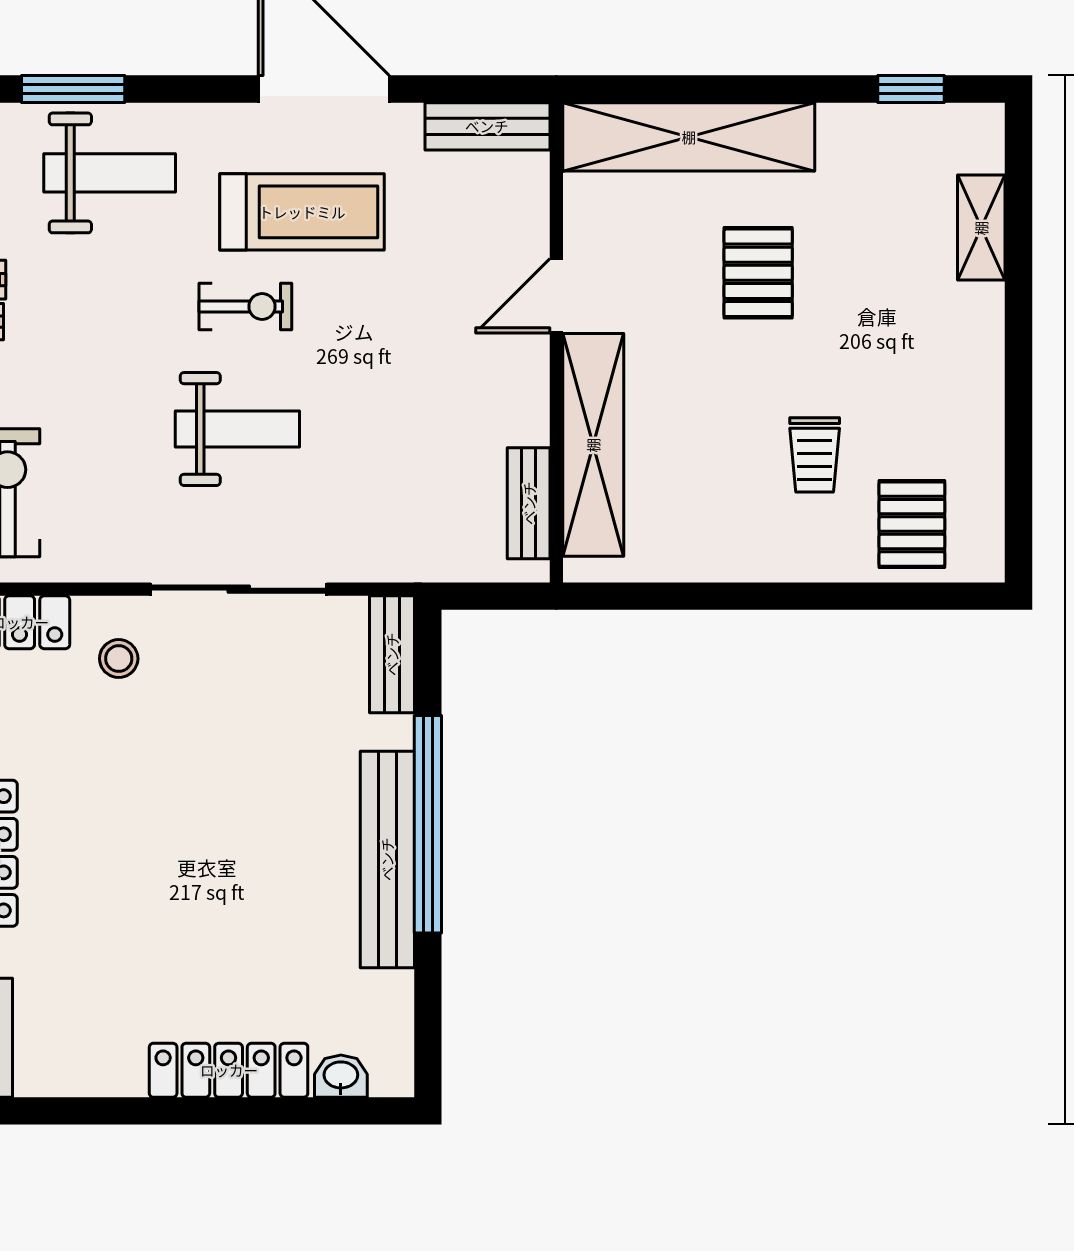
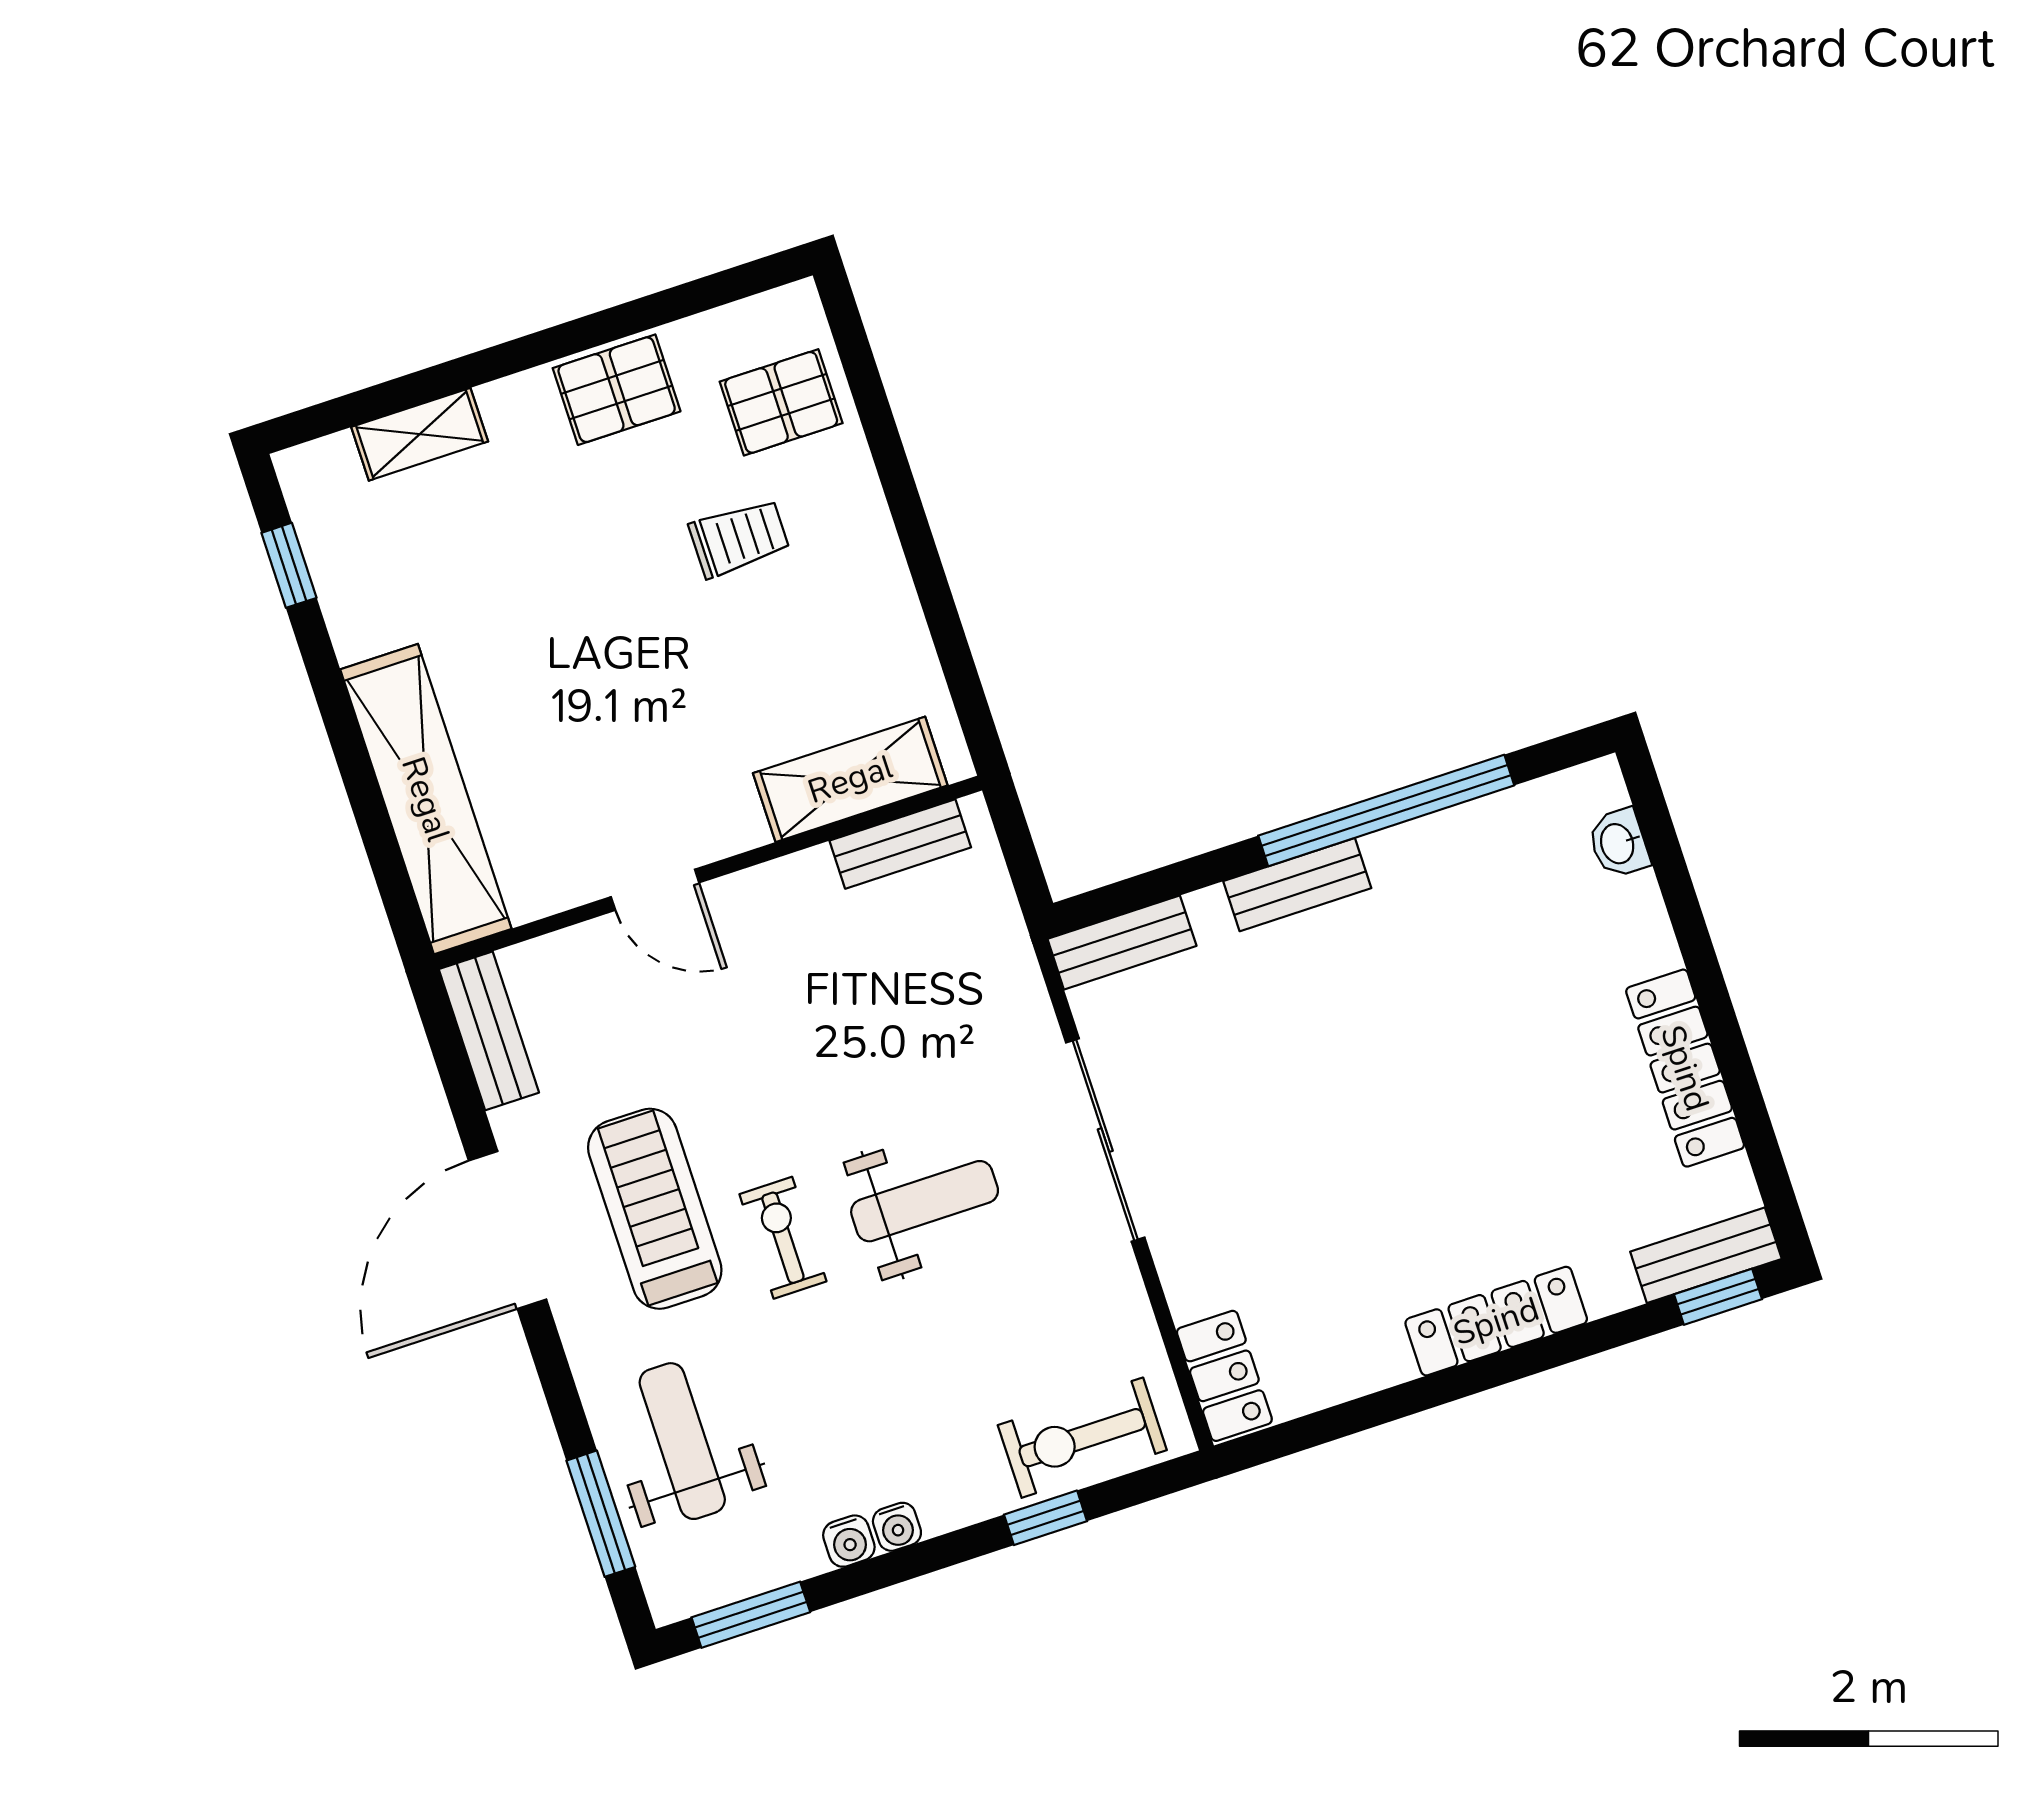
pallet: (758, 273) -> (617, 390), moved
weight bench: (237, 429) -> (925, 1201), turned 90
shelving: (593, 445) -> (850, 779), width x0.68
stool: (119, 659) -> (1229, 1250), removed
window: (428, 824) -> (1386, 810), moved
bench: (387, 859) -> (1297, 885), width x0.54, depth x0.82
locker: (229, 1070) -> (1685, 1068), moved

